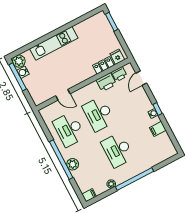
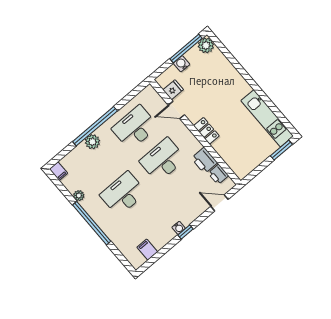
kitchen unit: (54, 43) -> (267, 118), moved
fridge: (117, 57) -> (173, 90), moved
locker: (103, 65) -> (206, 131), moved
water cooler: (23, 72) -> (182, 64), moved
door: (63, 95) -> (176, 110), hinge flipped
filing cabinet: (158, 129) -> (147, 250), moved

